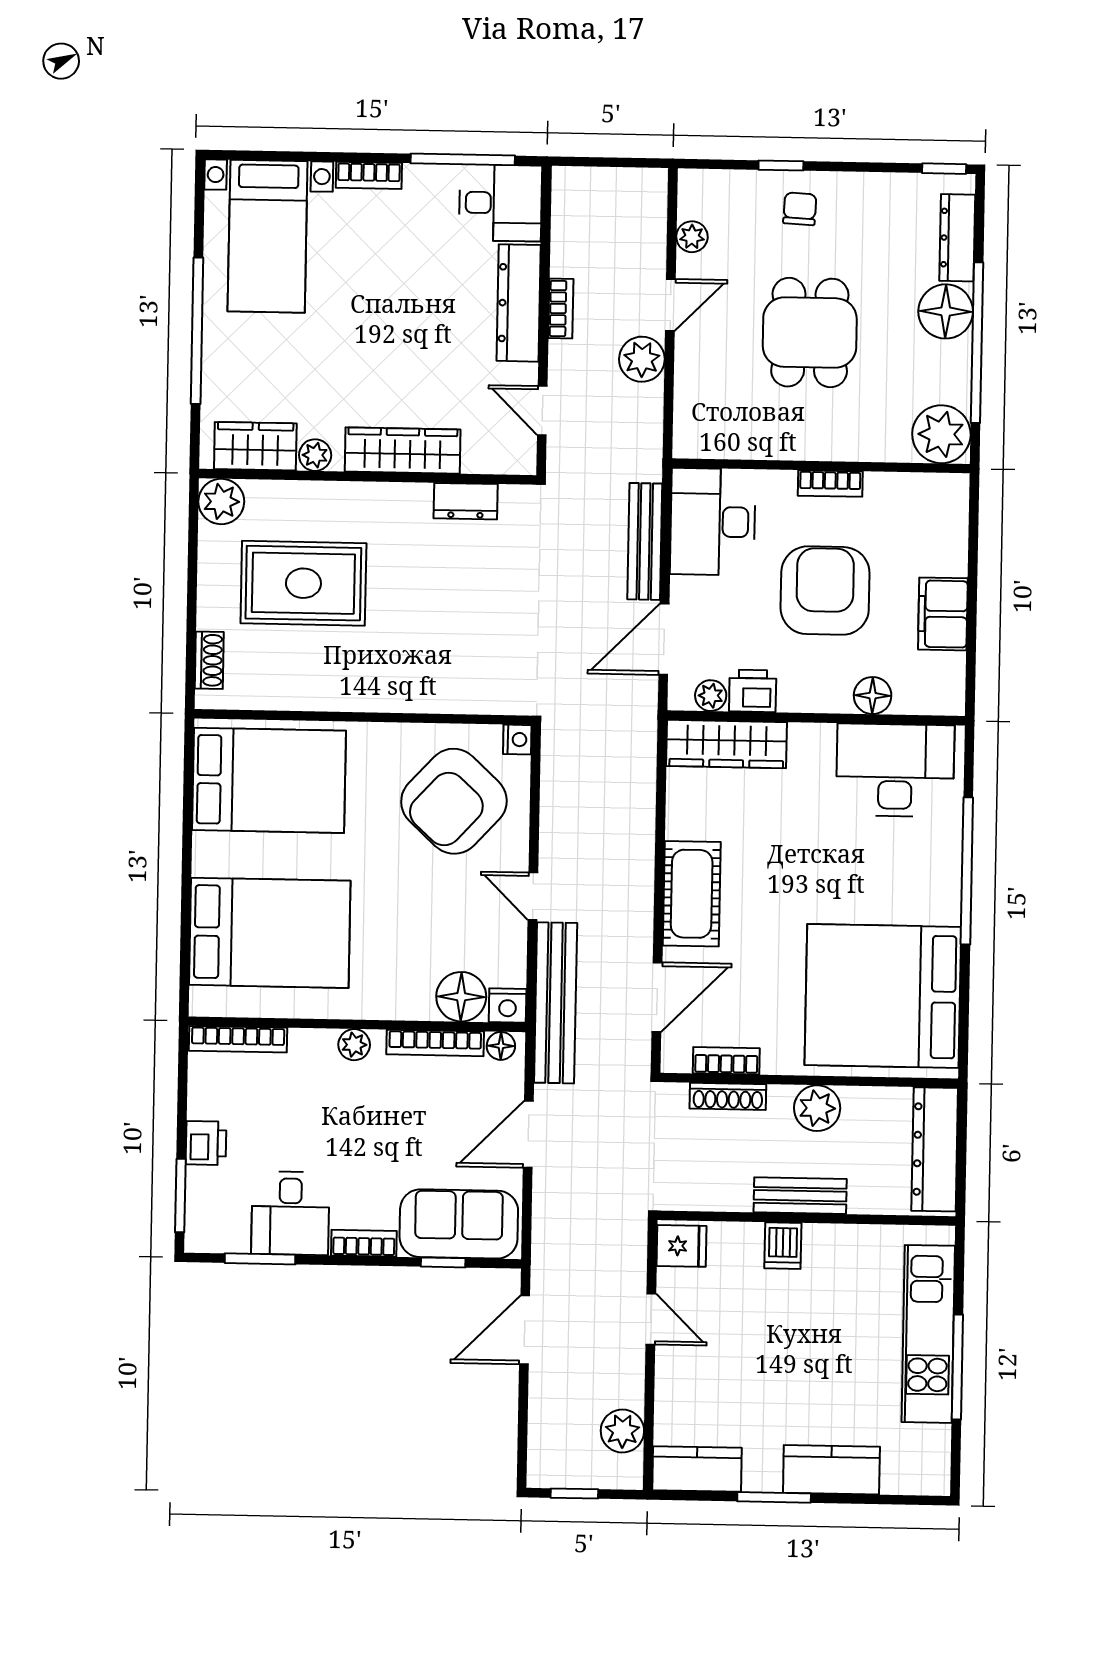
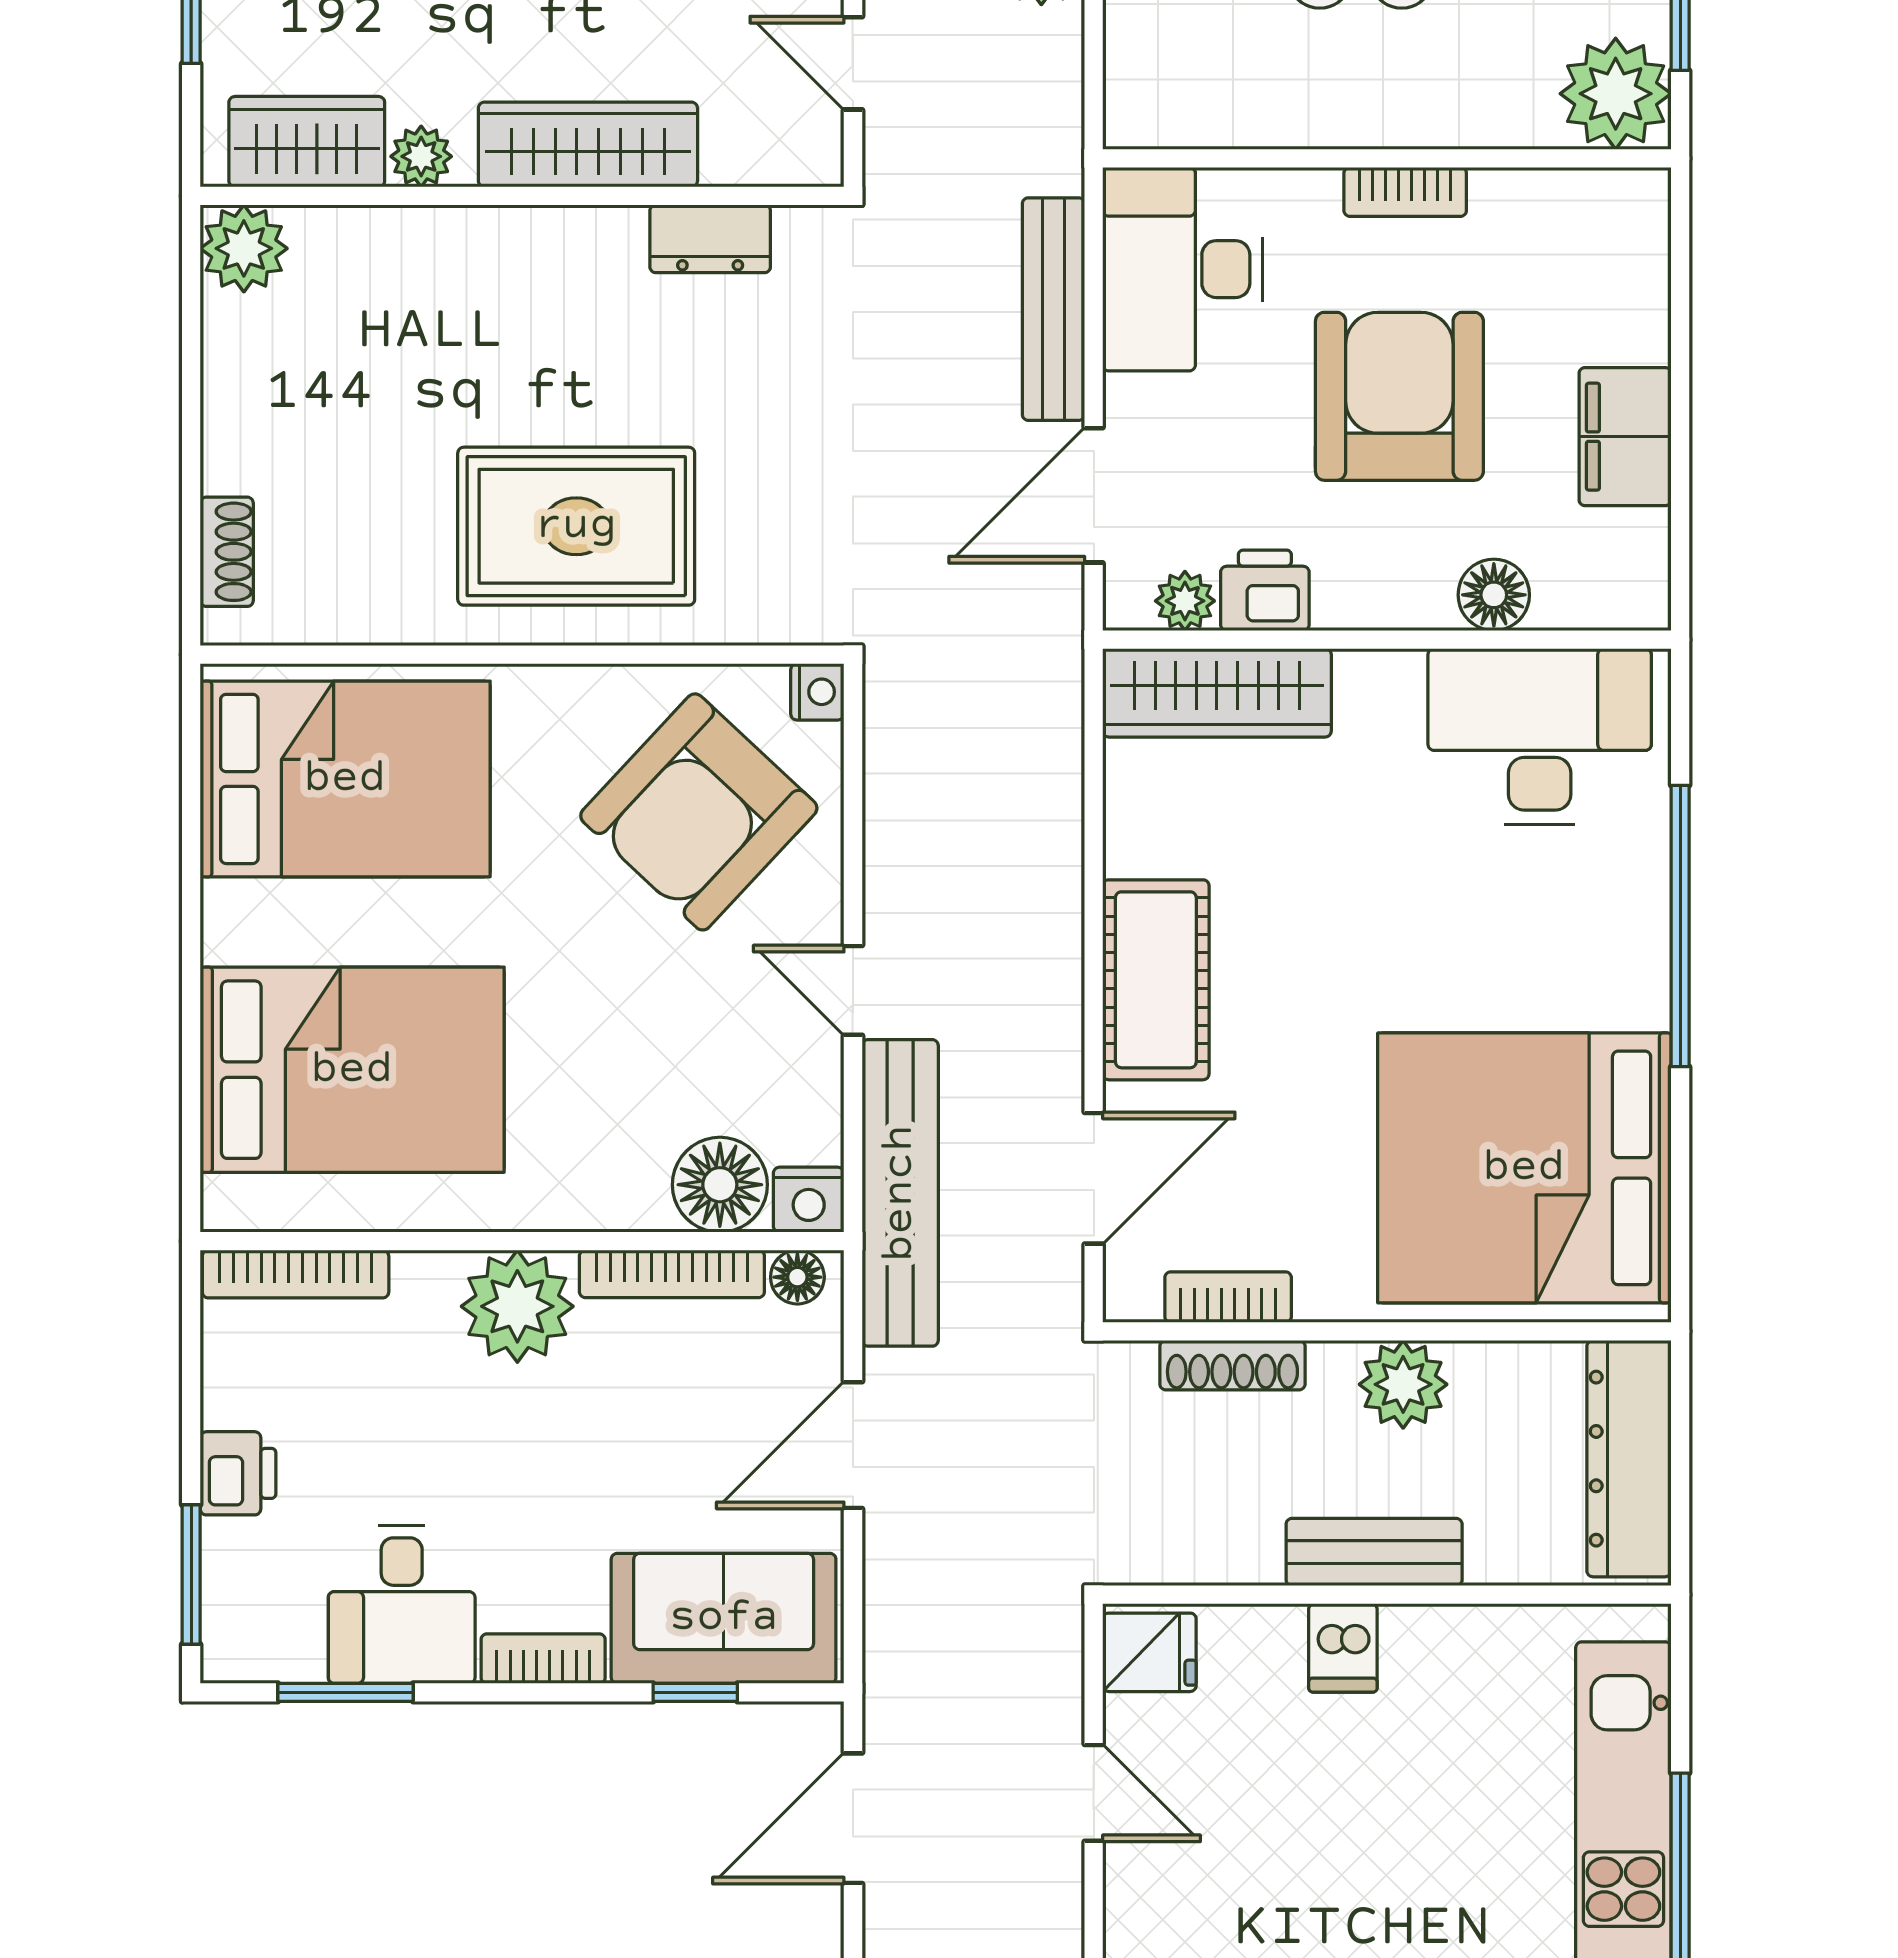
rug: (303, 583) -> (576, 526), moved
plant: (354, 1045) -> (517, 1306), width x1.87, depth x1.87

